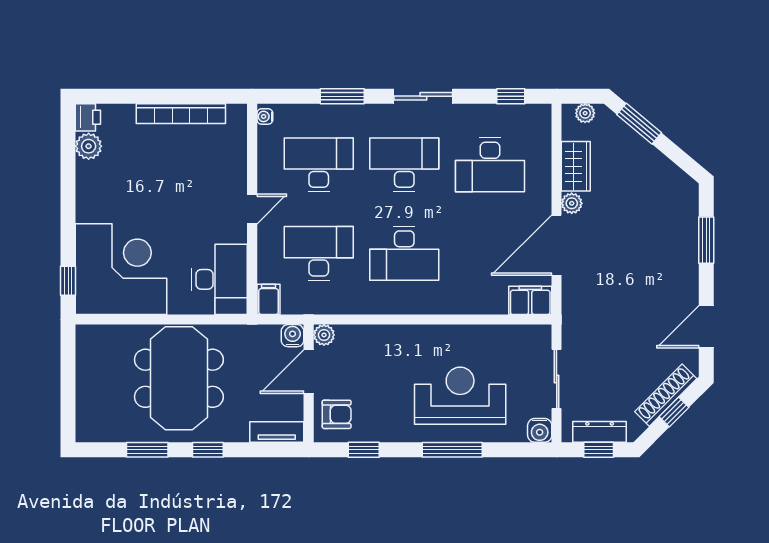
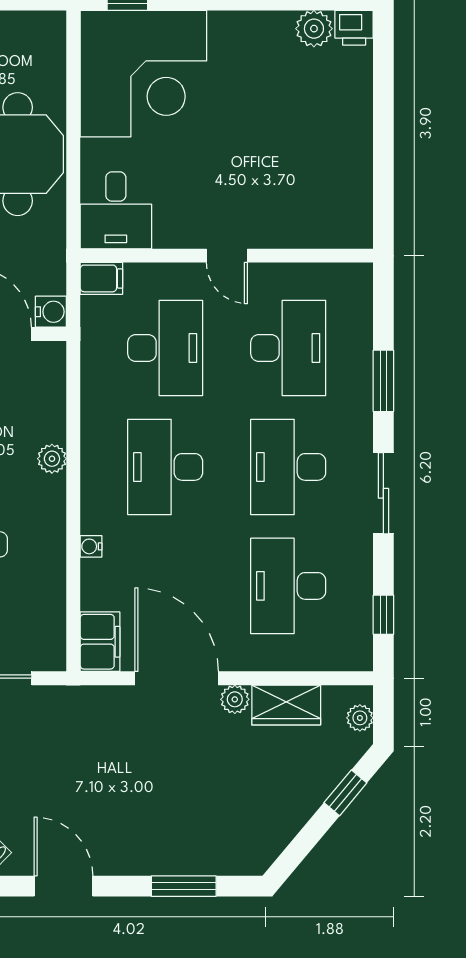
bookcase: (181, 114) -> (359, 157), removed
water cooler: (265, 116) -> (91, 546), moved, turned -90
window: (639, 124) -> (345, 793), width x0.67
desk: (404, 165) -> (288, 467), turned 180
desk: (219, 279) -> (116, 210), width x0.73
plant: (324, 335) -> (52, 459), moved

